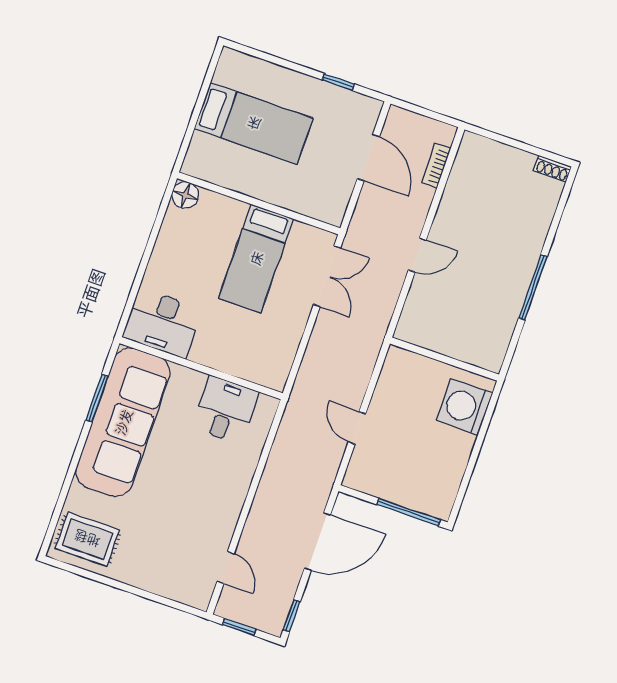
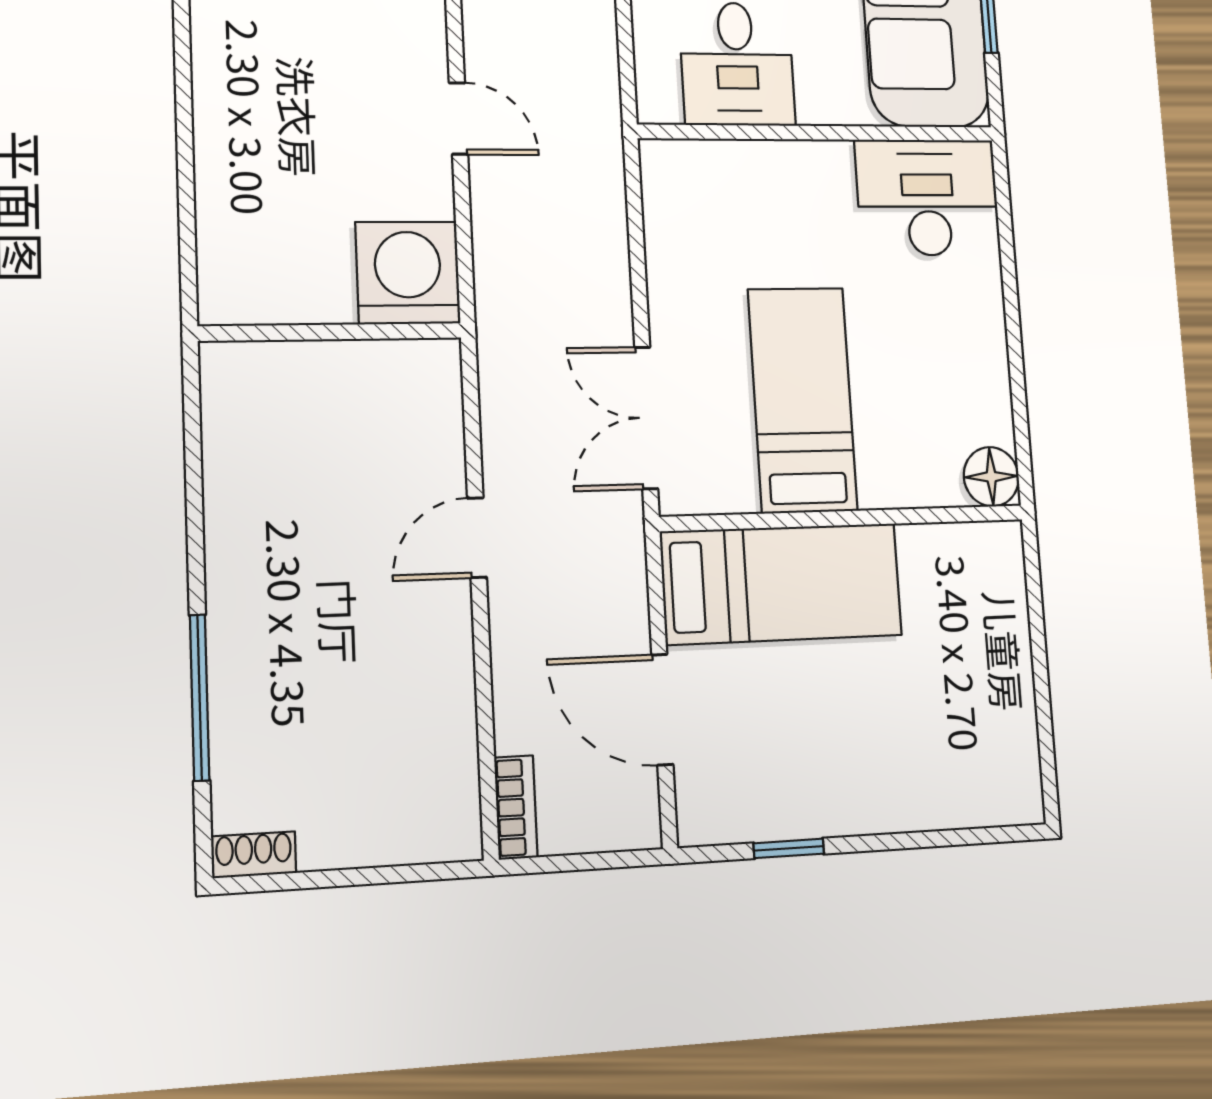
bed: (254, 124) -> (781, 584), moved, turned 180
bookcase: (436, 166) -> (516, 807), moved
window: (533, 287) -> (200, 697), moved
washing machine: (464, 407) -> (408, 273), moved, turned -90

